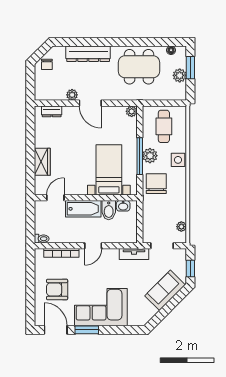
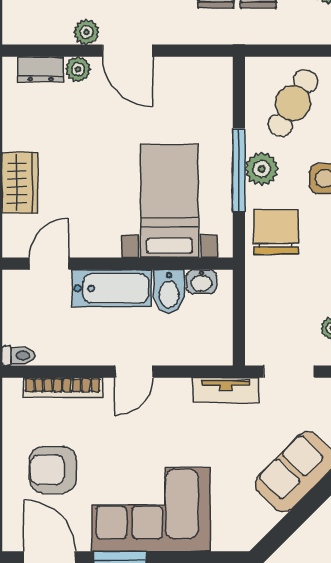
plant: (132, 111) -> (78, 69), moved
cafe table: (164, 126) -> (293, 103), turned 30

